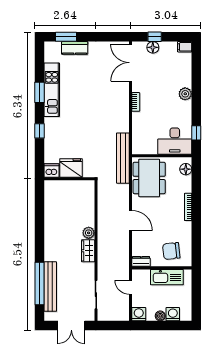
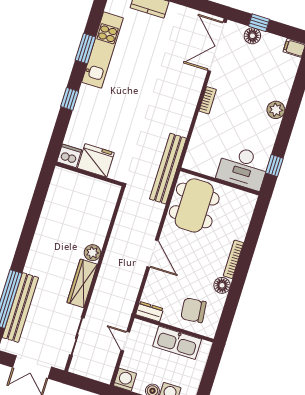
floor lamp: (186, 169) -> (222, 285), moved
wardrobe: (88, 251) -> (82, 283), width x1.50

